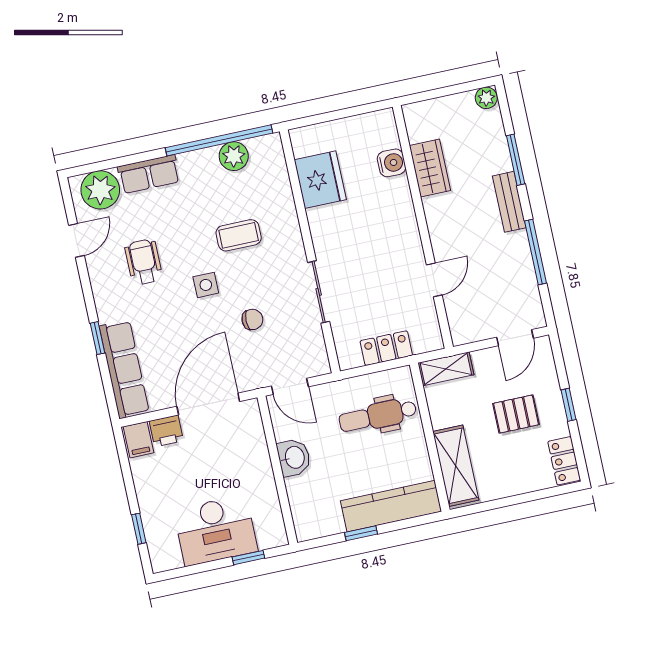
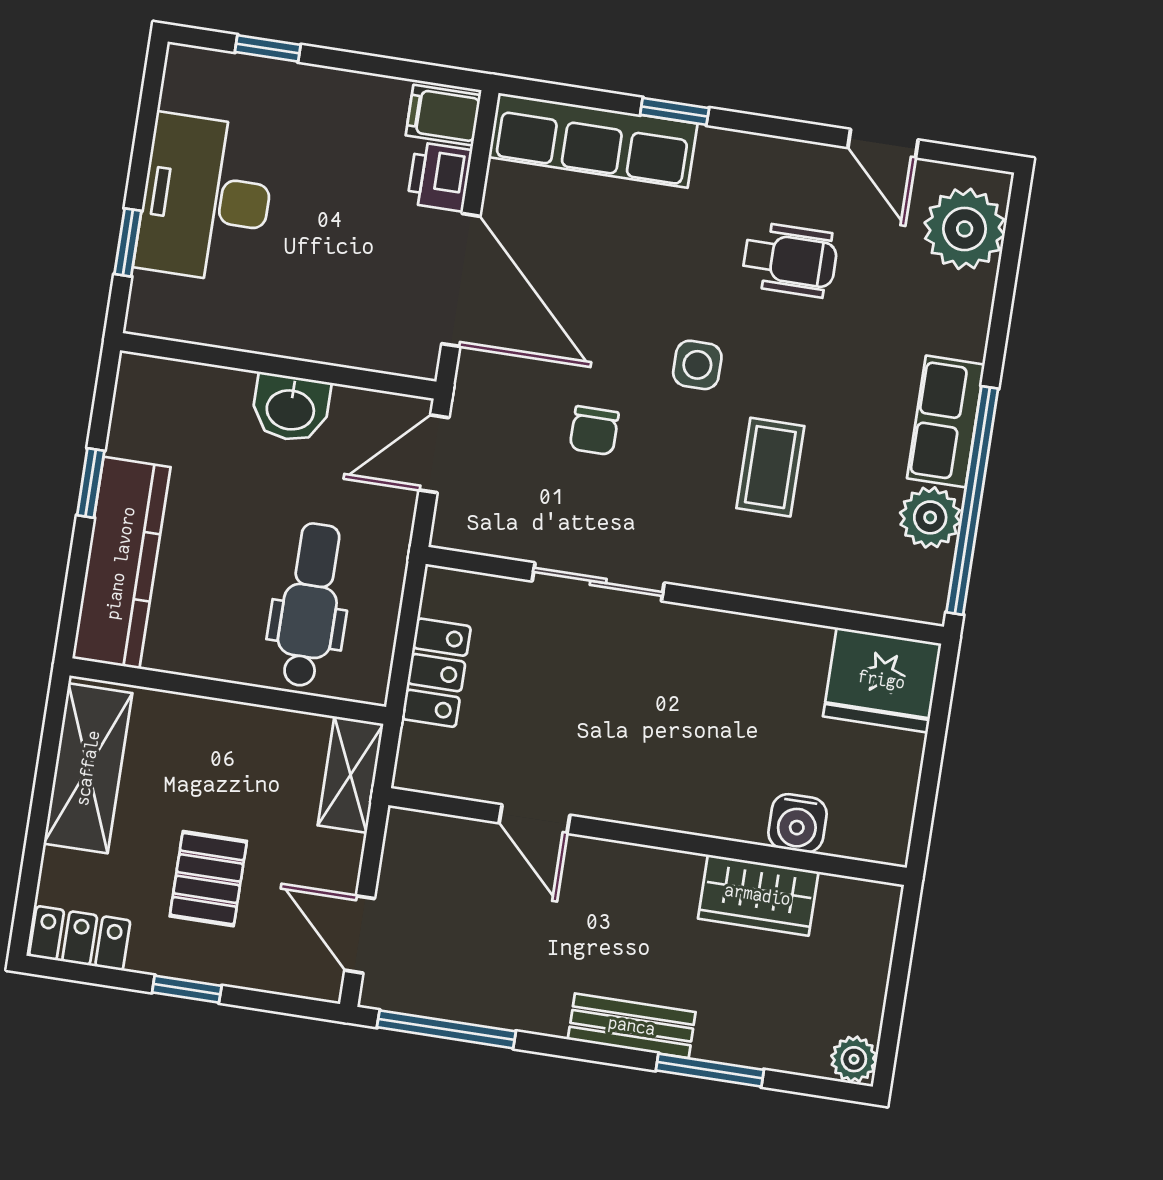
row of seats: (149, 174) -> (946, 421), moved
fridge: (320, 180) -> (882, 680), moved
window: (536, 252) -> (446, 1029), moved
shelving: (456, 466) -> (88, 768), moved, turned 90

